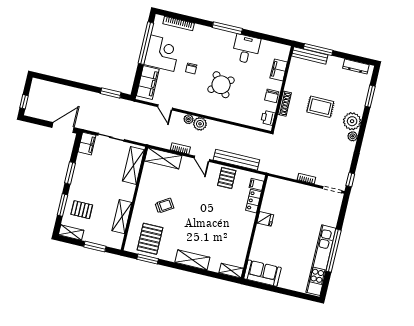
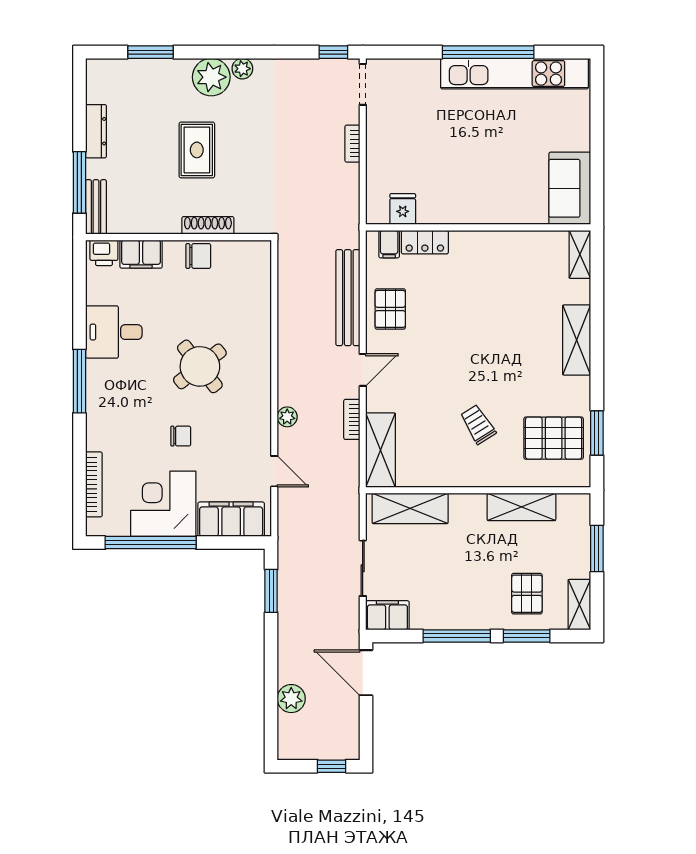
bench: (310, 56) -> (96, 207), width x0.73
dresser: (356, 66) -> (96, 131), moved
door: (165, 107) -> (274, 471), hinge flipped
printer: (268, 118) -> (104, 253), moved
plant: (200, 124) -> (291, 699), moved
window: (70, 173) -> (457, 636), width x1.44
pallet: (227, 178) -> (390, 309), turned 90
fridge: (265, 219) -> (403, 209), moved

